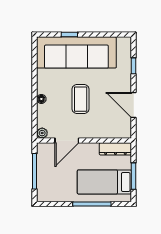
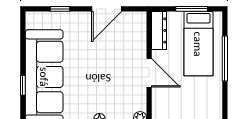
coffee table: (81, 99) -> (100, 72), removed
door: (67, 141) -> (149, 73), moved

